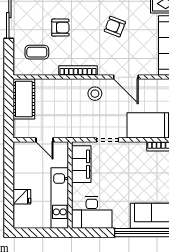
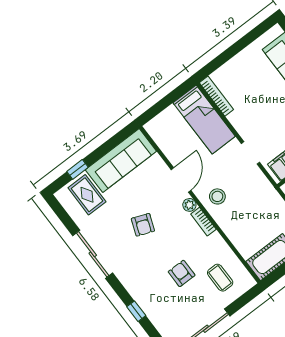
bookcase: (78, 70) -> (203, 222), width x0.64
plant: (104, 70) -> (189, 205), added

